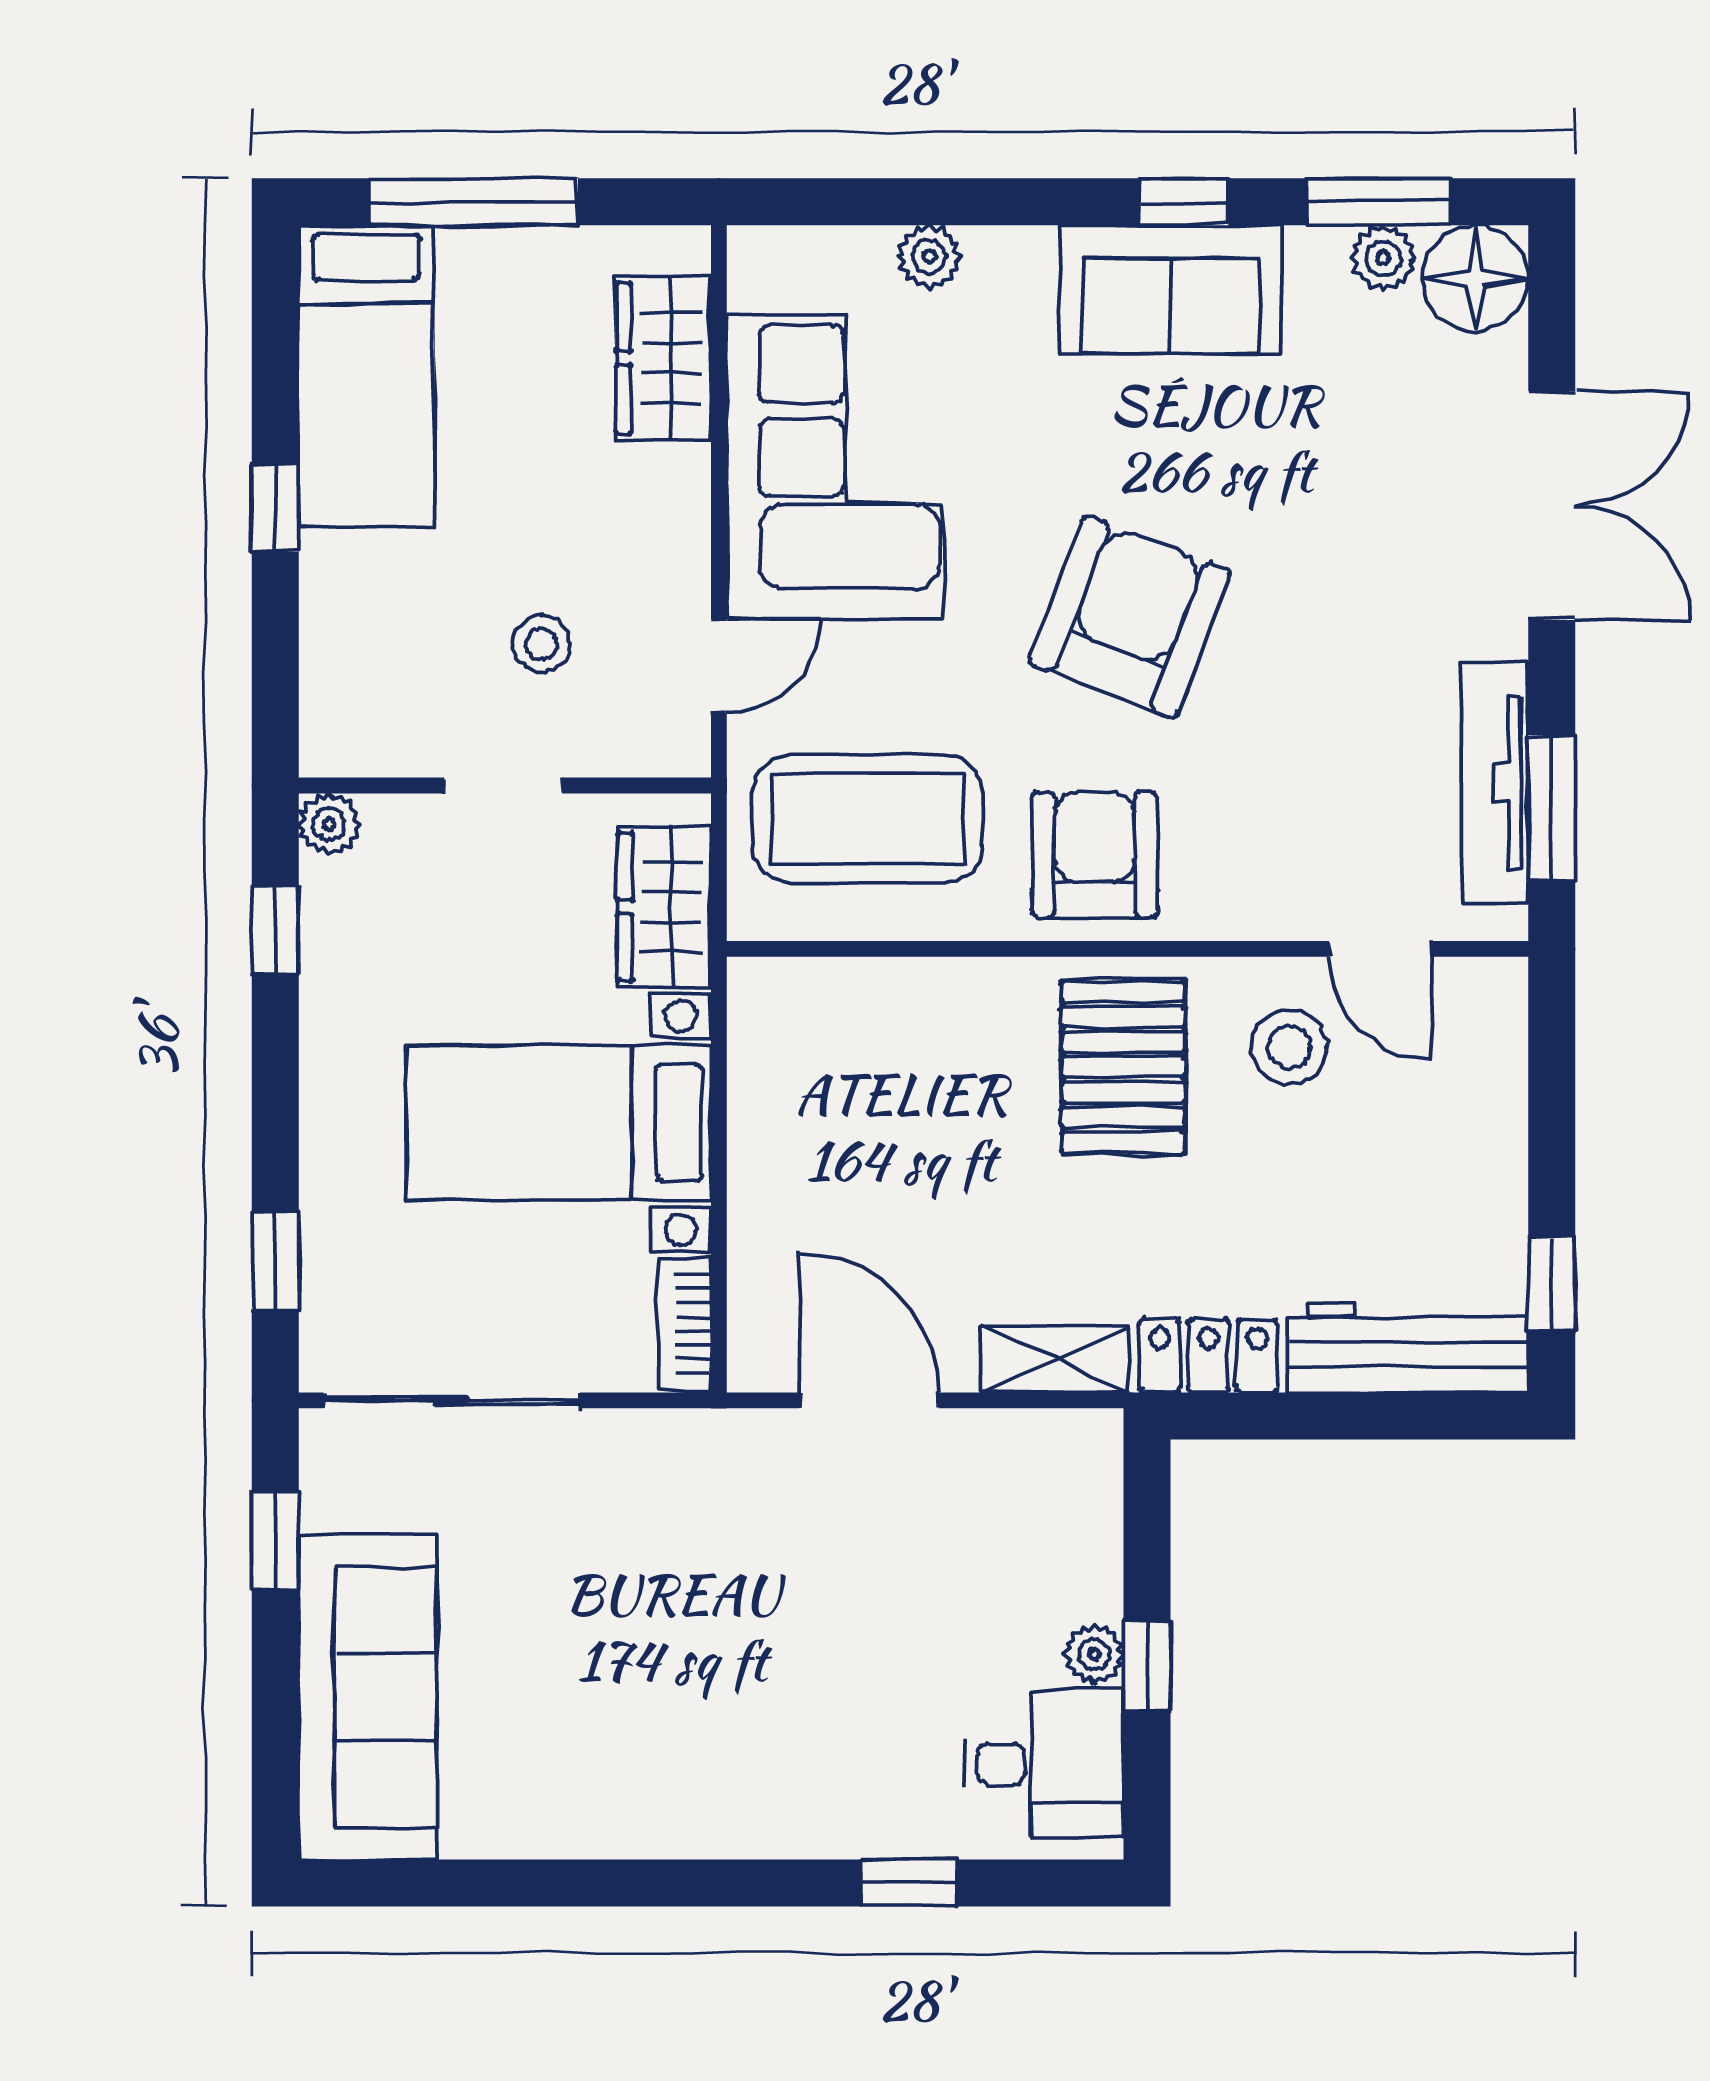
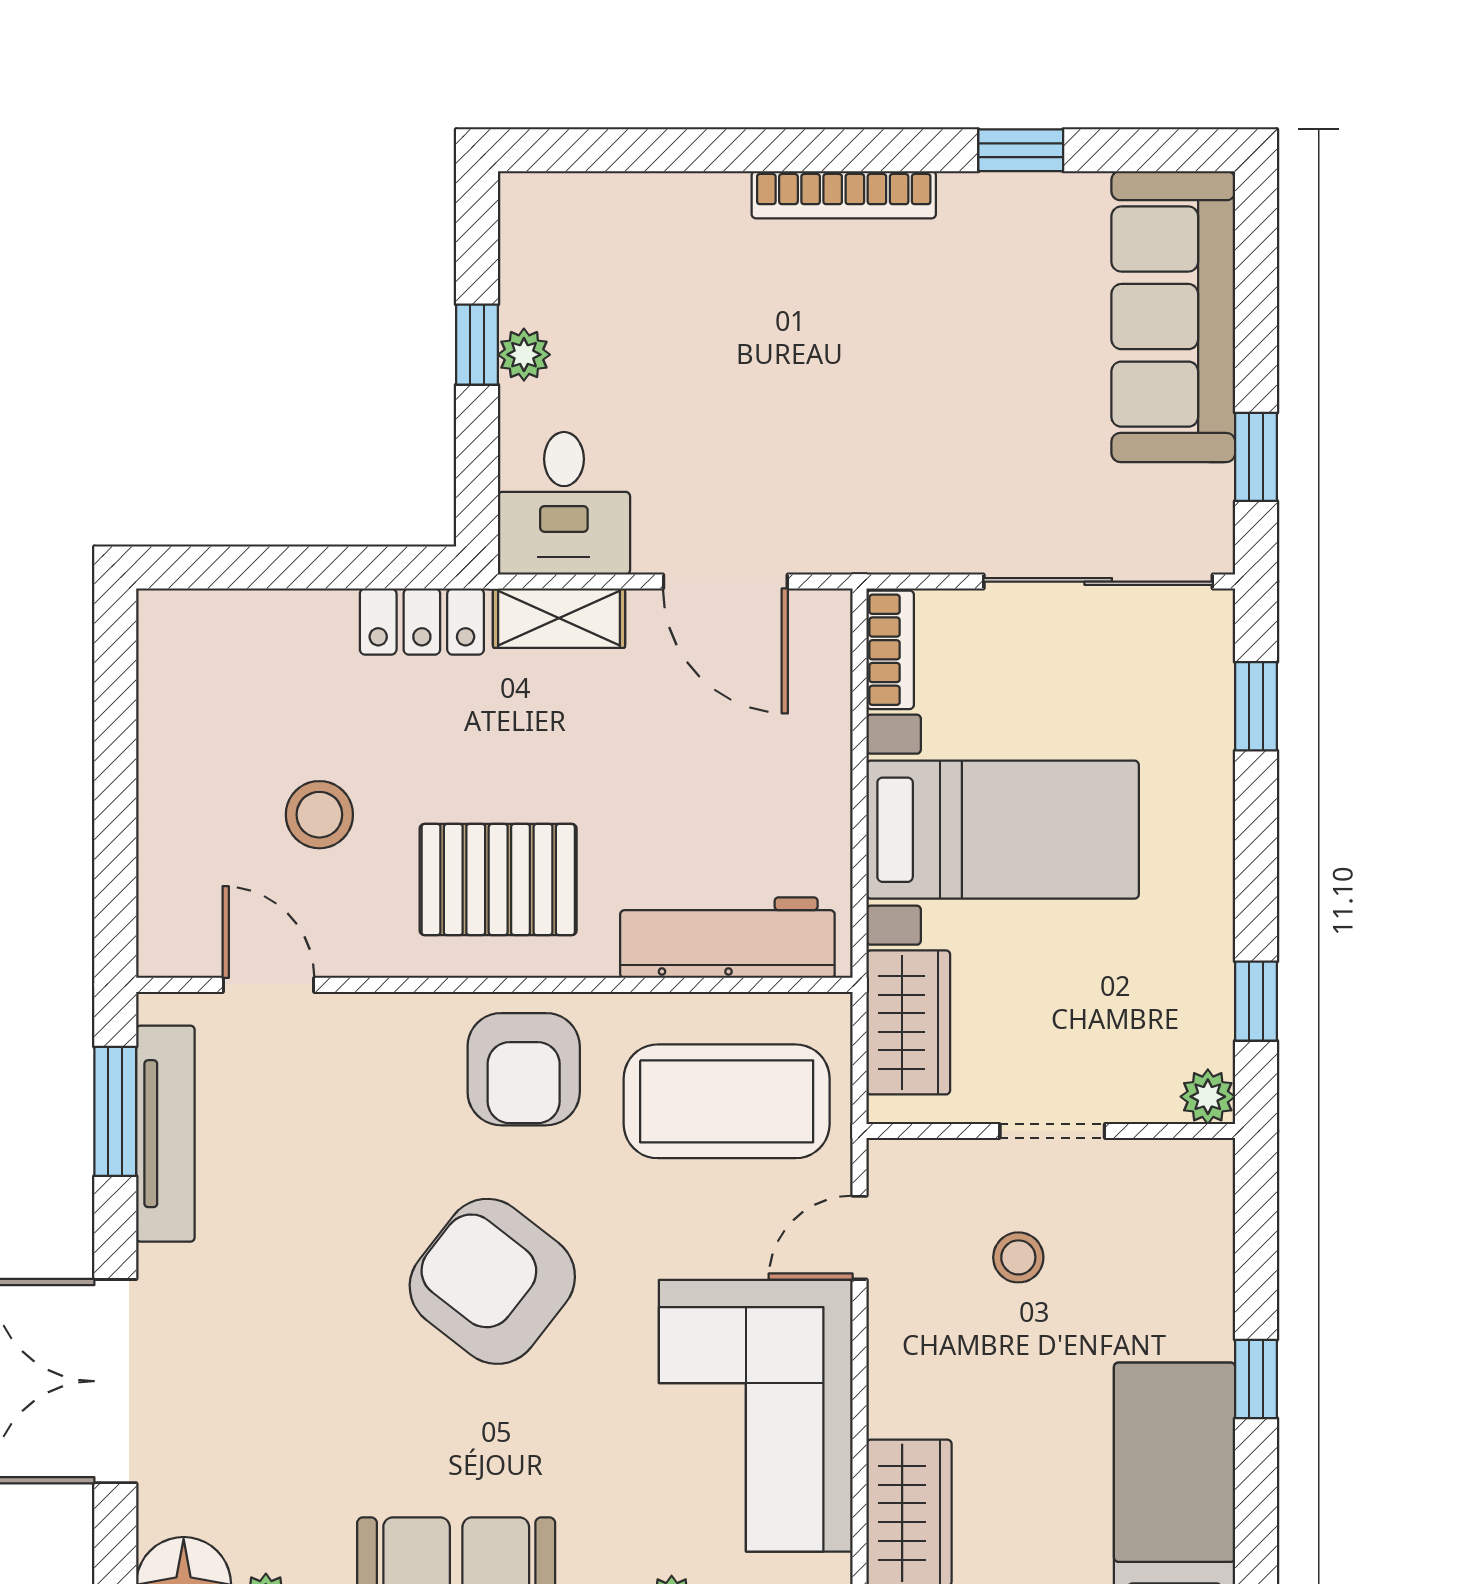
armchair: (1130, 617) -> (492, 1281), turned 107
stool: (1289, 1047) -> (319, 815), moved
pallet: (1123, 1067) -> (498, 880), turned 90
window: (1552, 1284) -> (115, 686), removed
workbench: (1408, 1347) -> (727, 938), moved, turned 180
desk: (1044, 1764) -> (564, 503), moved, turned -90
bookcase: (737, 1833) -> (844, 195), added
window: (909, 1883) -> (1021, 150), moved

